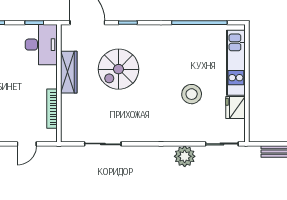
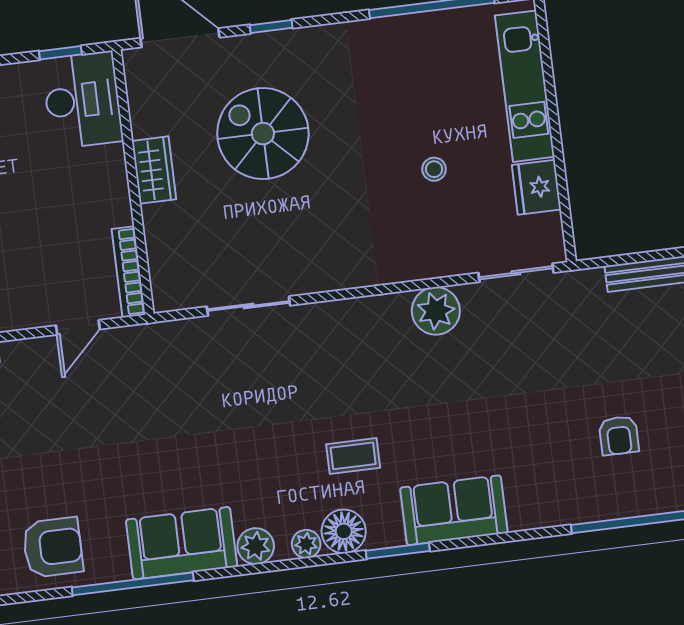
spiral stairs: (119, 69) -> (263, 134), turned 90
wardrobe: (69, 72) -> (154, 170), width x0.67
stool: (192, 94) -> (434, 169), width x0.53, depth x0.53
bookcase: (52, 109) -> (128, 272), moved

